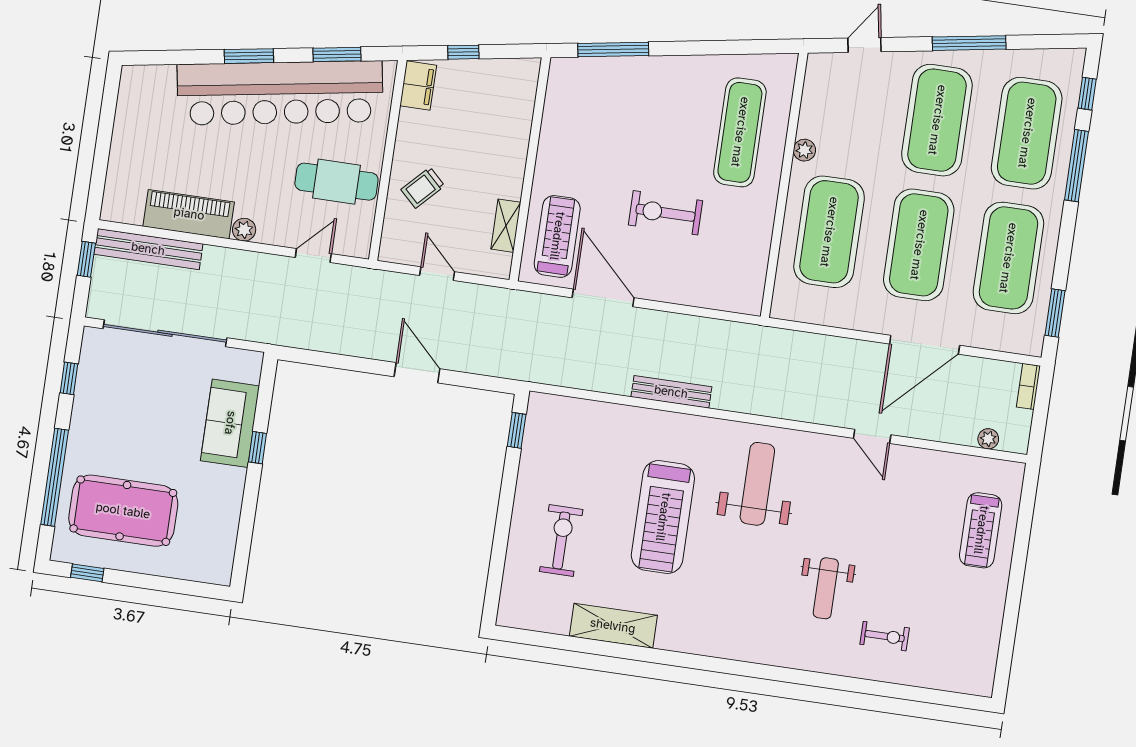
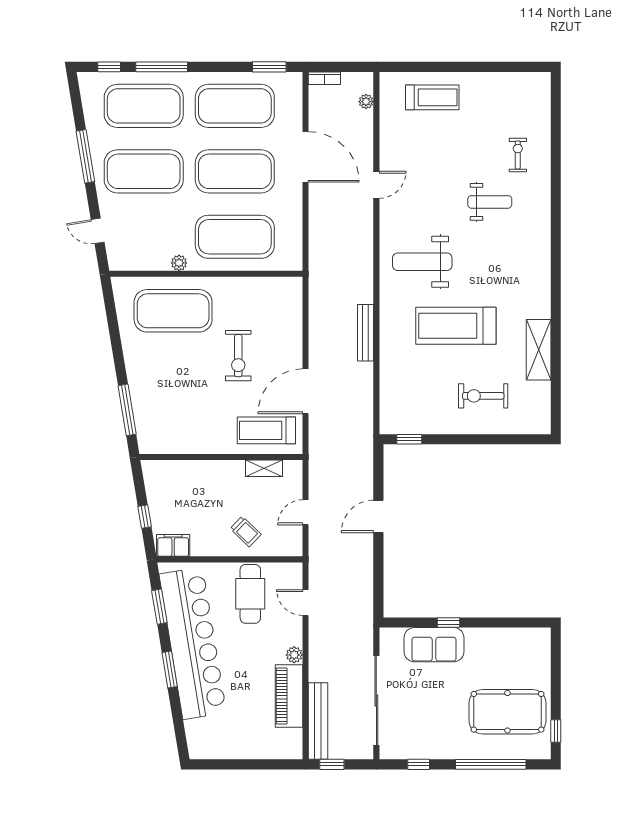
exercise mat: (740, 132) -> (173, 311), width x1.47
pool table: (123, 511) -> (507, 712), turned 90
treadmill: (663, 517) -> (456, 326), turned 180

